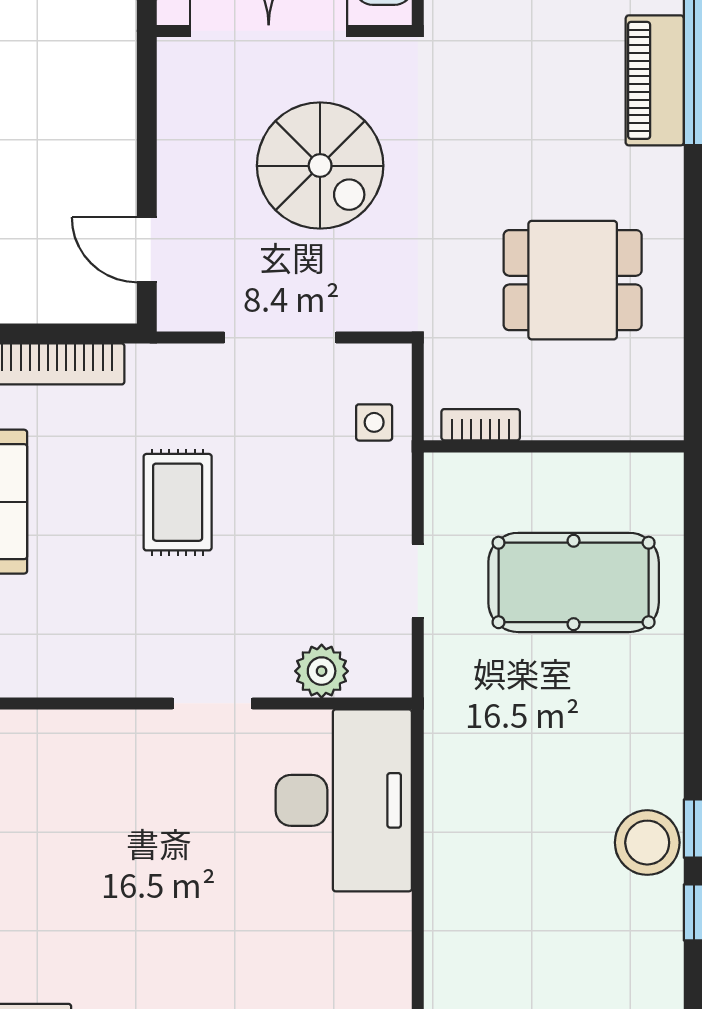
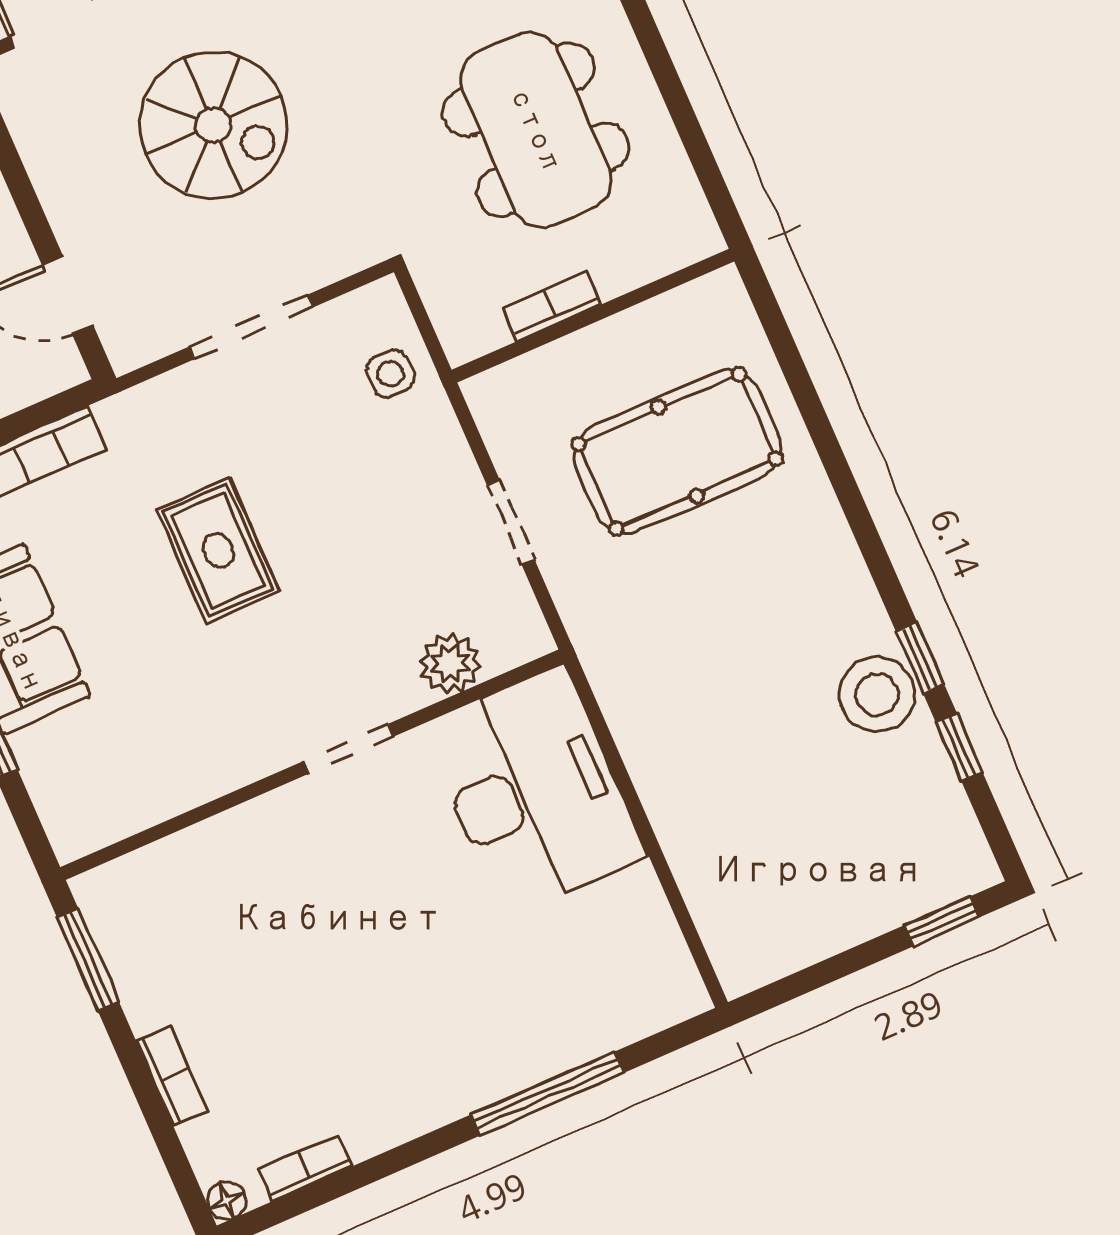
dining table: (573, 280) -> (536, 130), width x1.37
bookcase: (481, 425) -> (552, 306), moved

